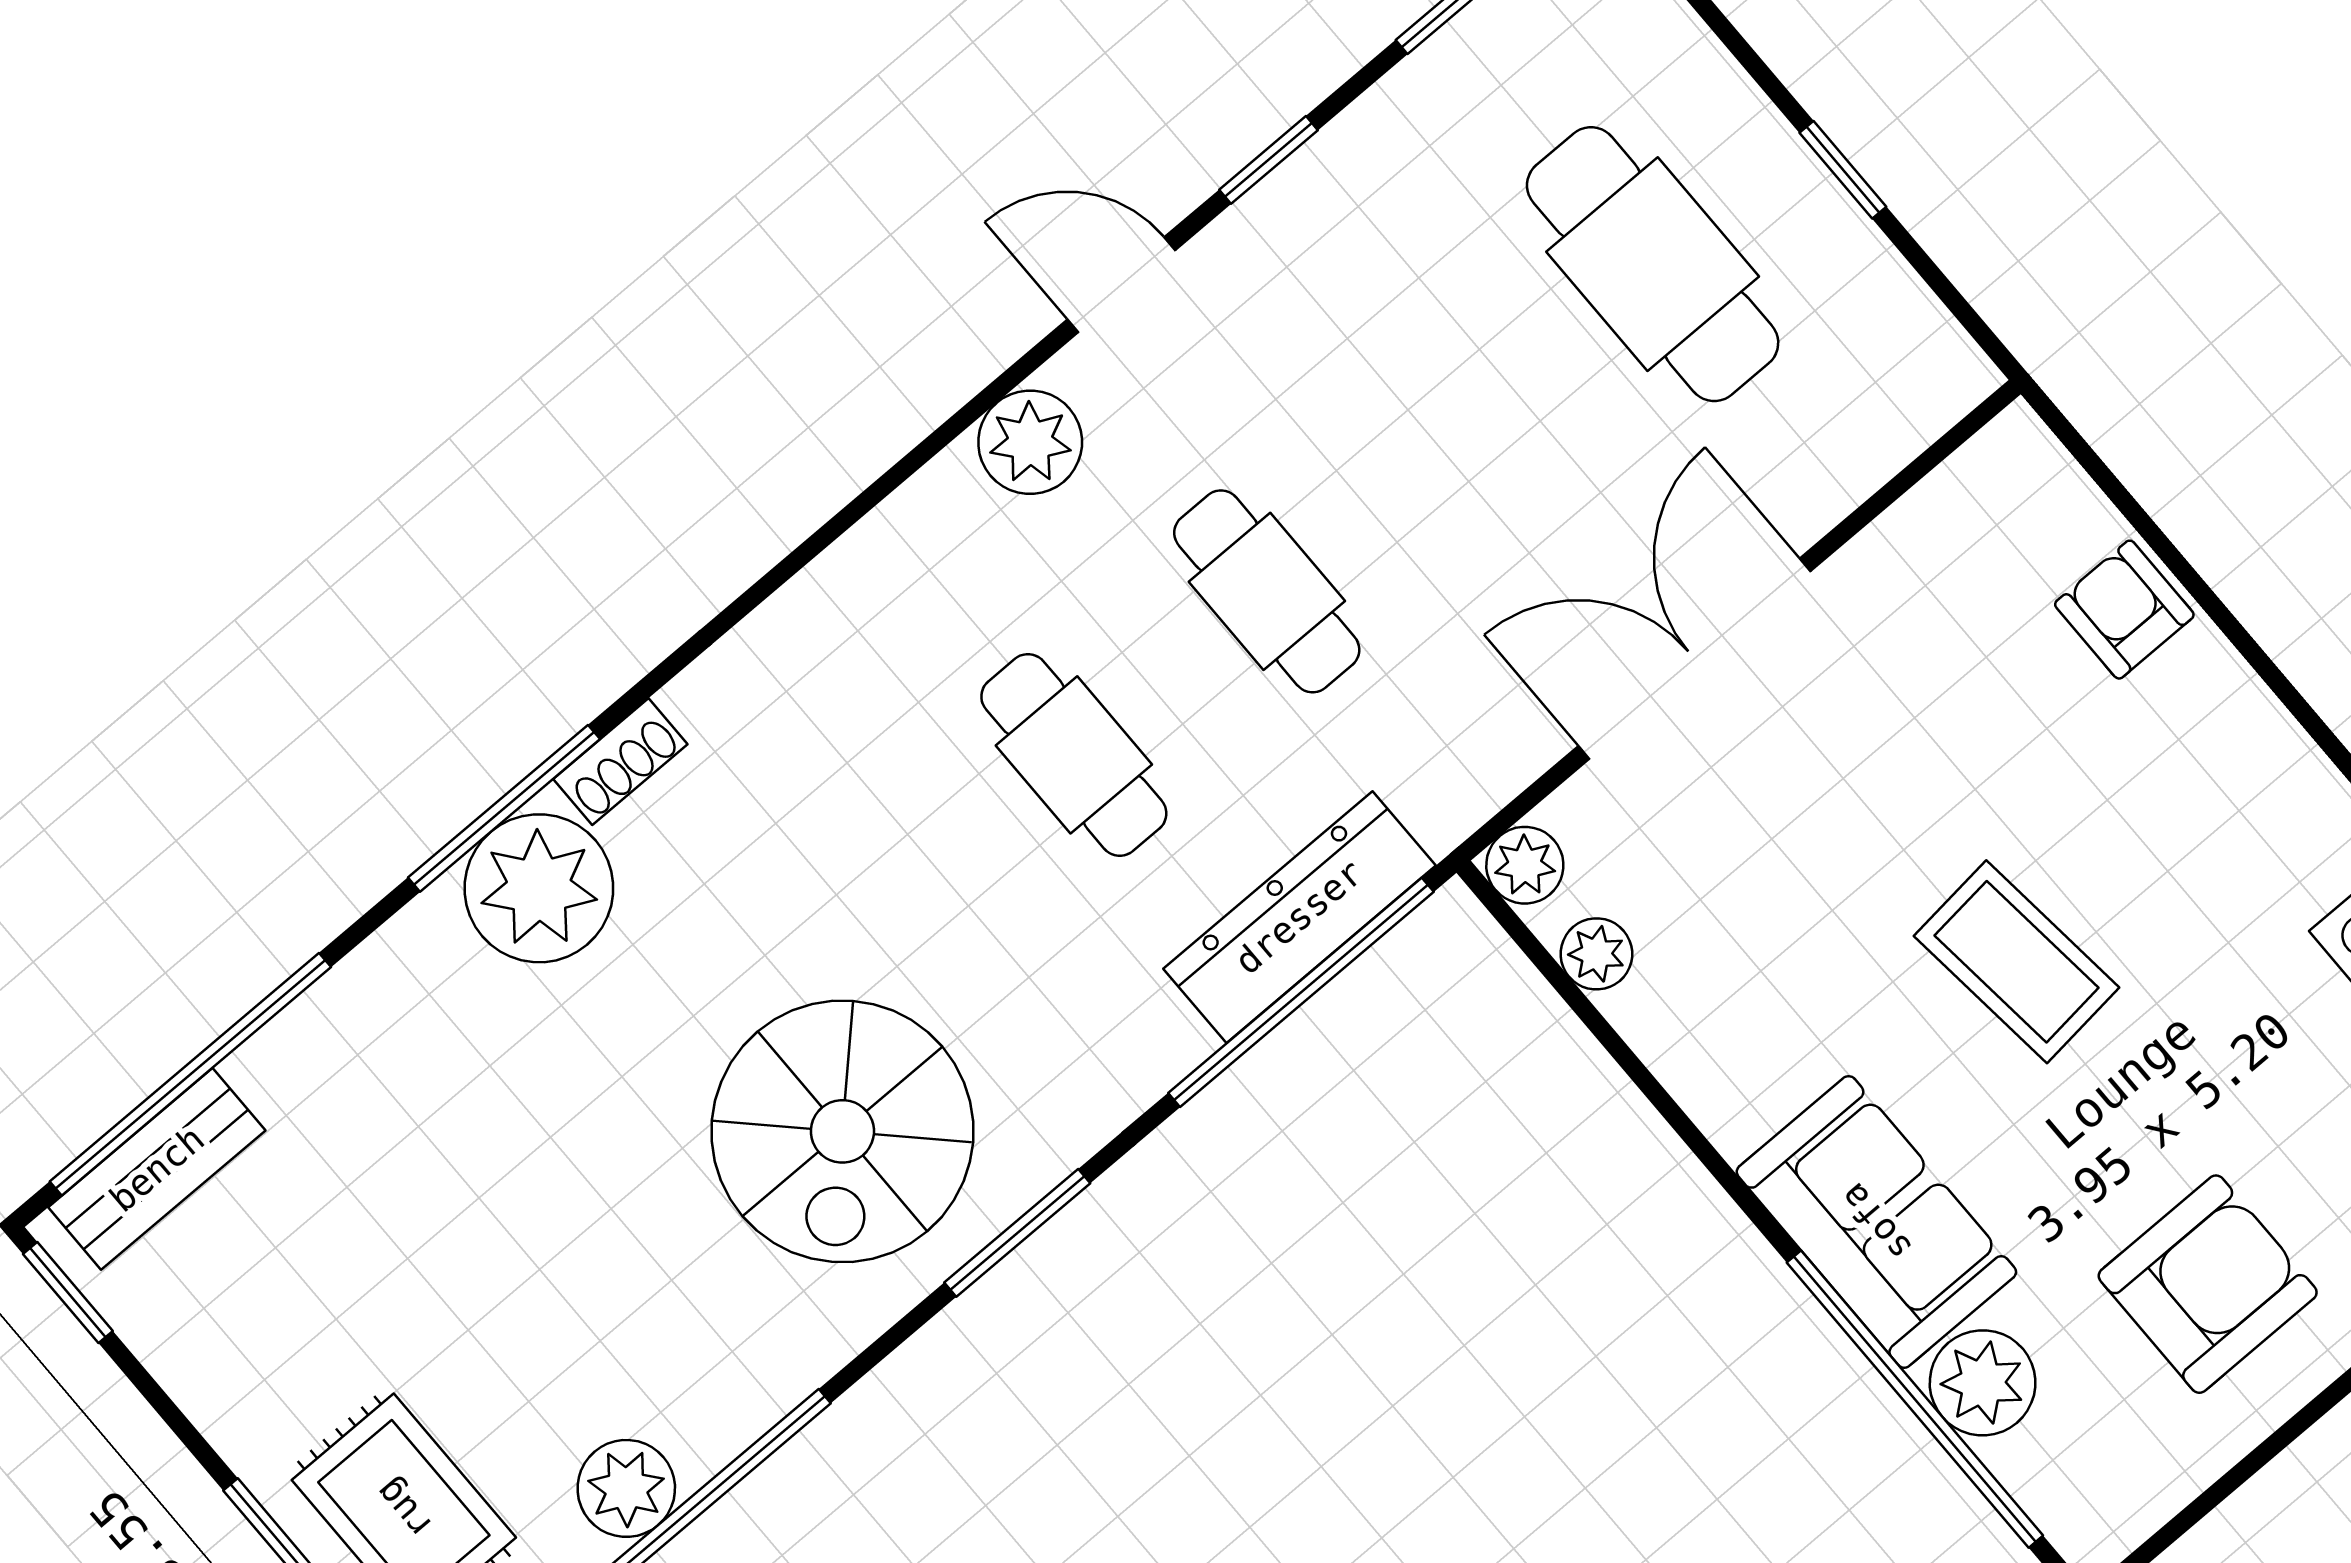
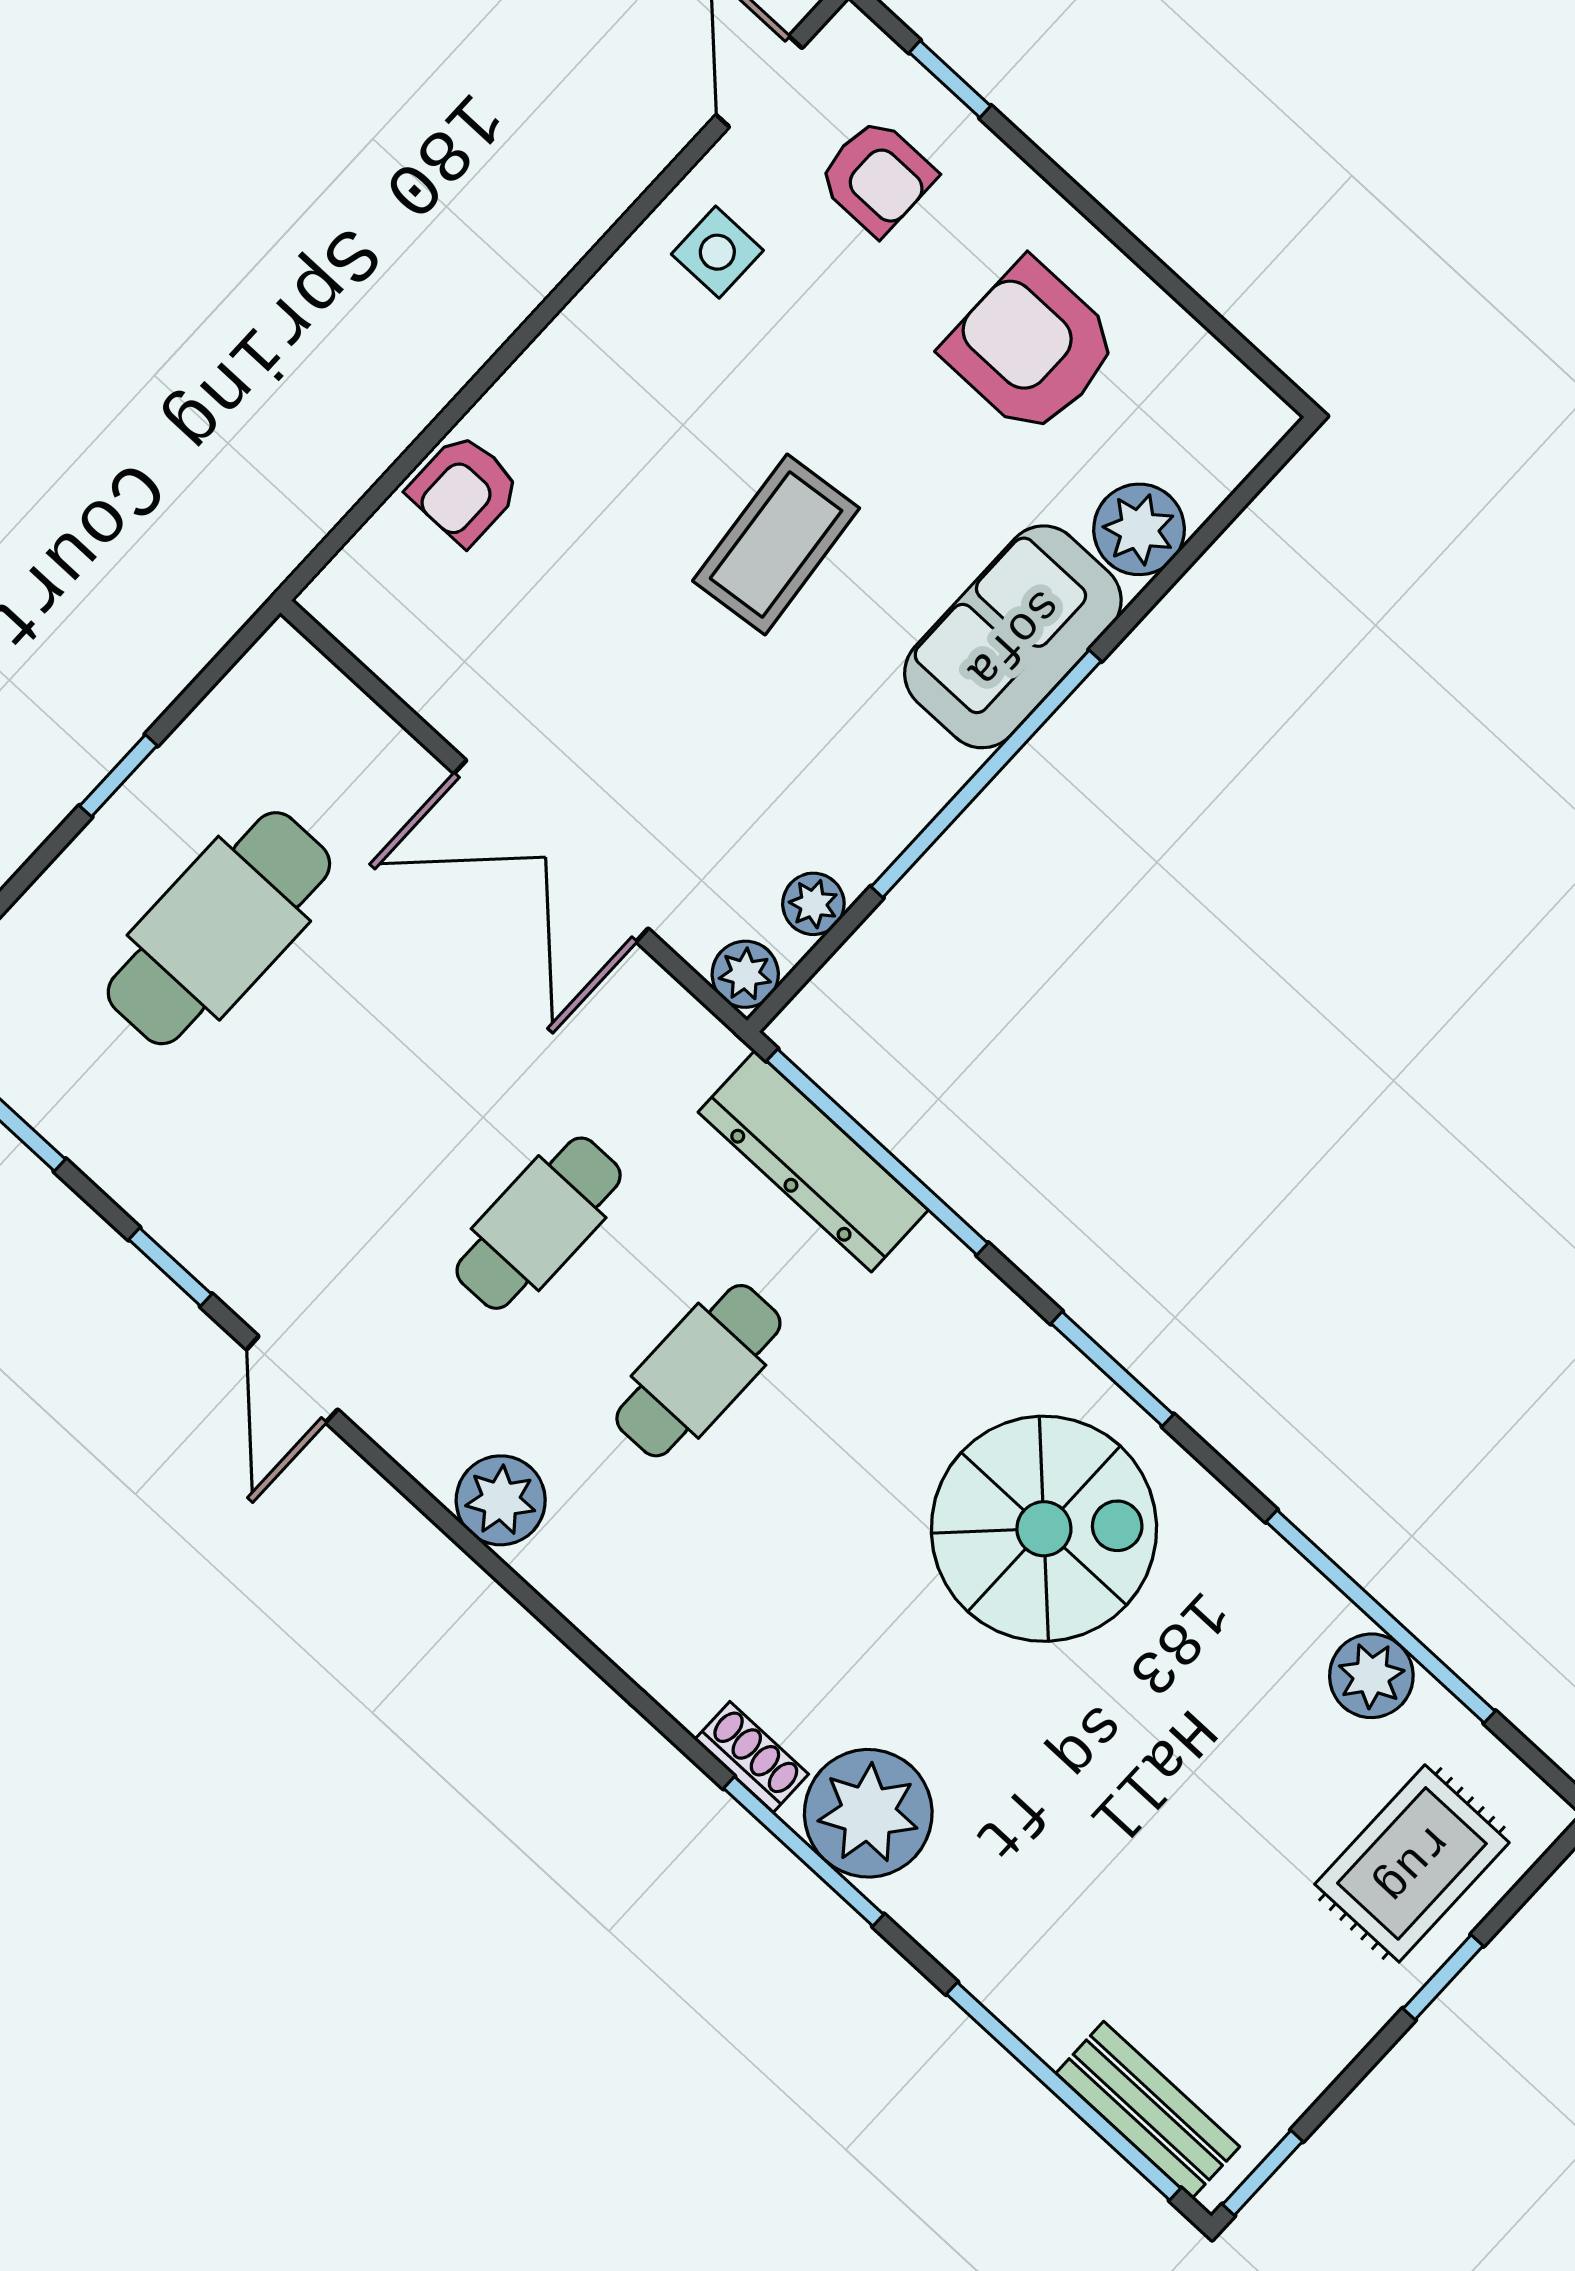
plant: (1030, 442) -> (501, 1500), moved
window: (1915, 1399) -> (986, 774), moved

